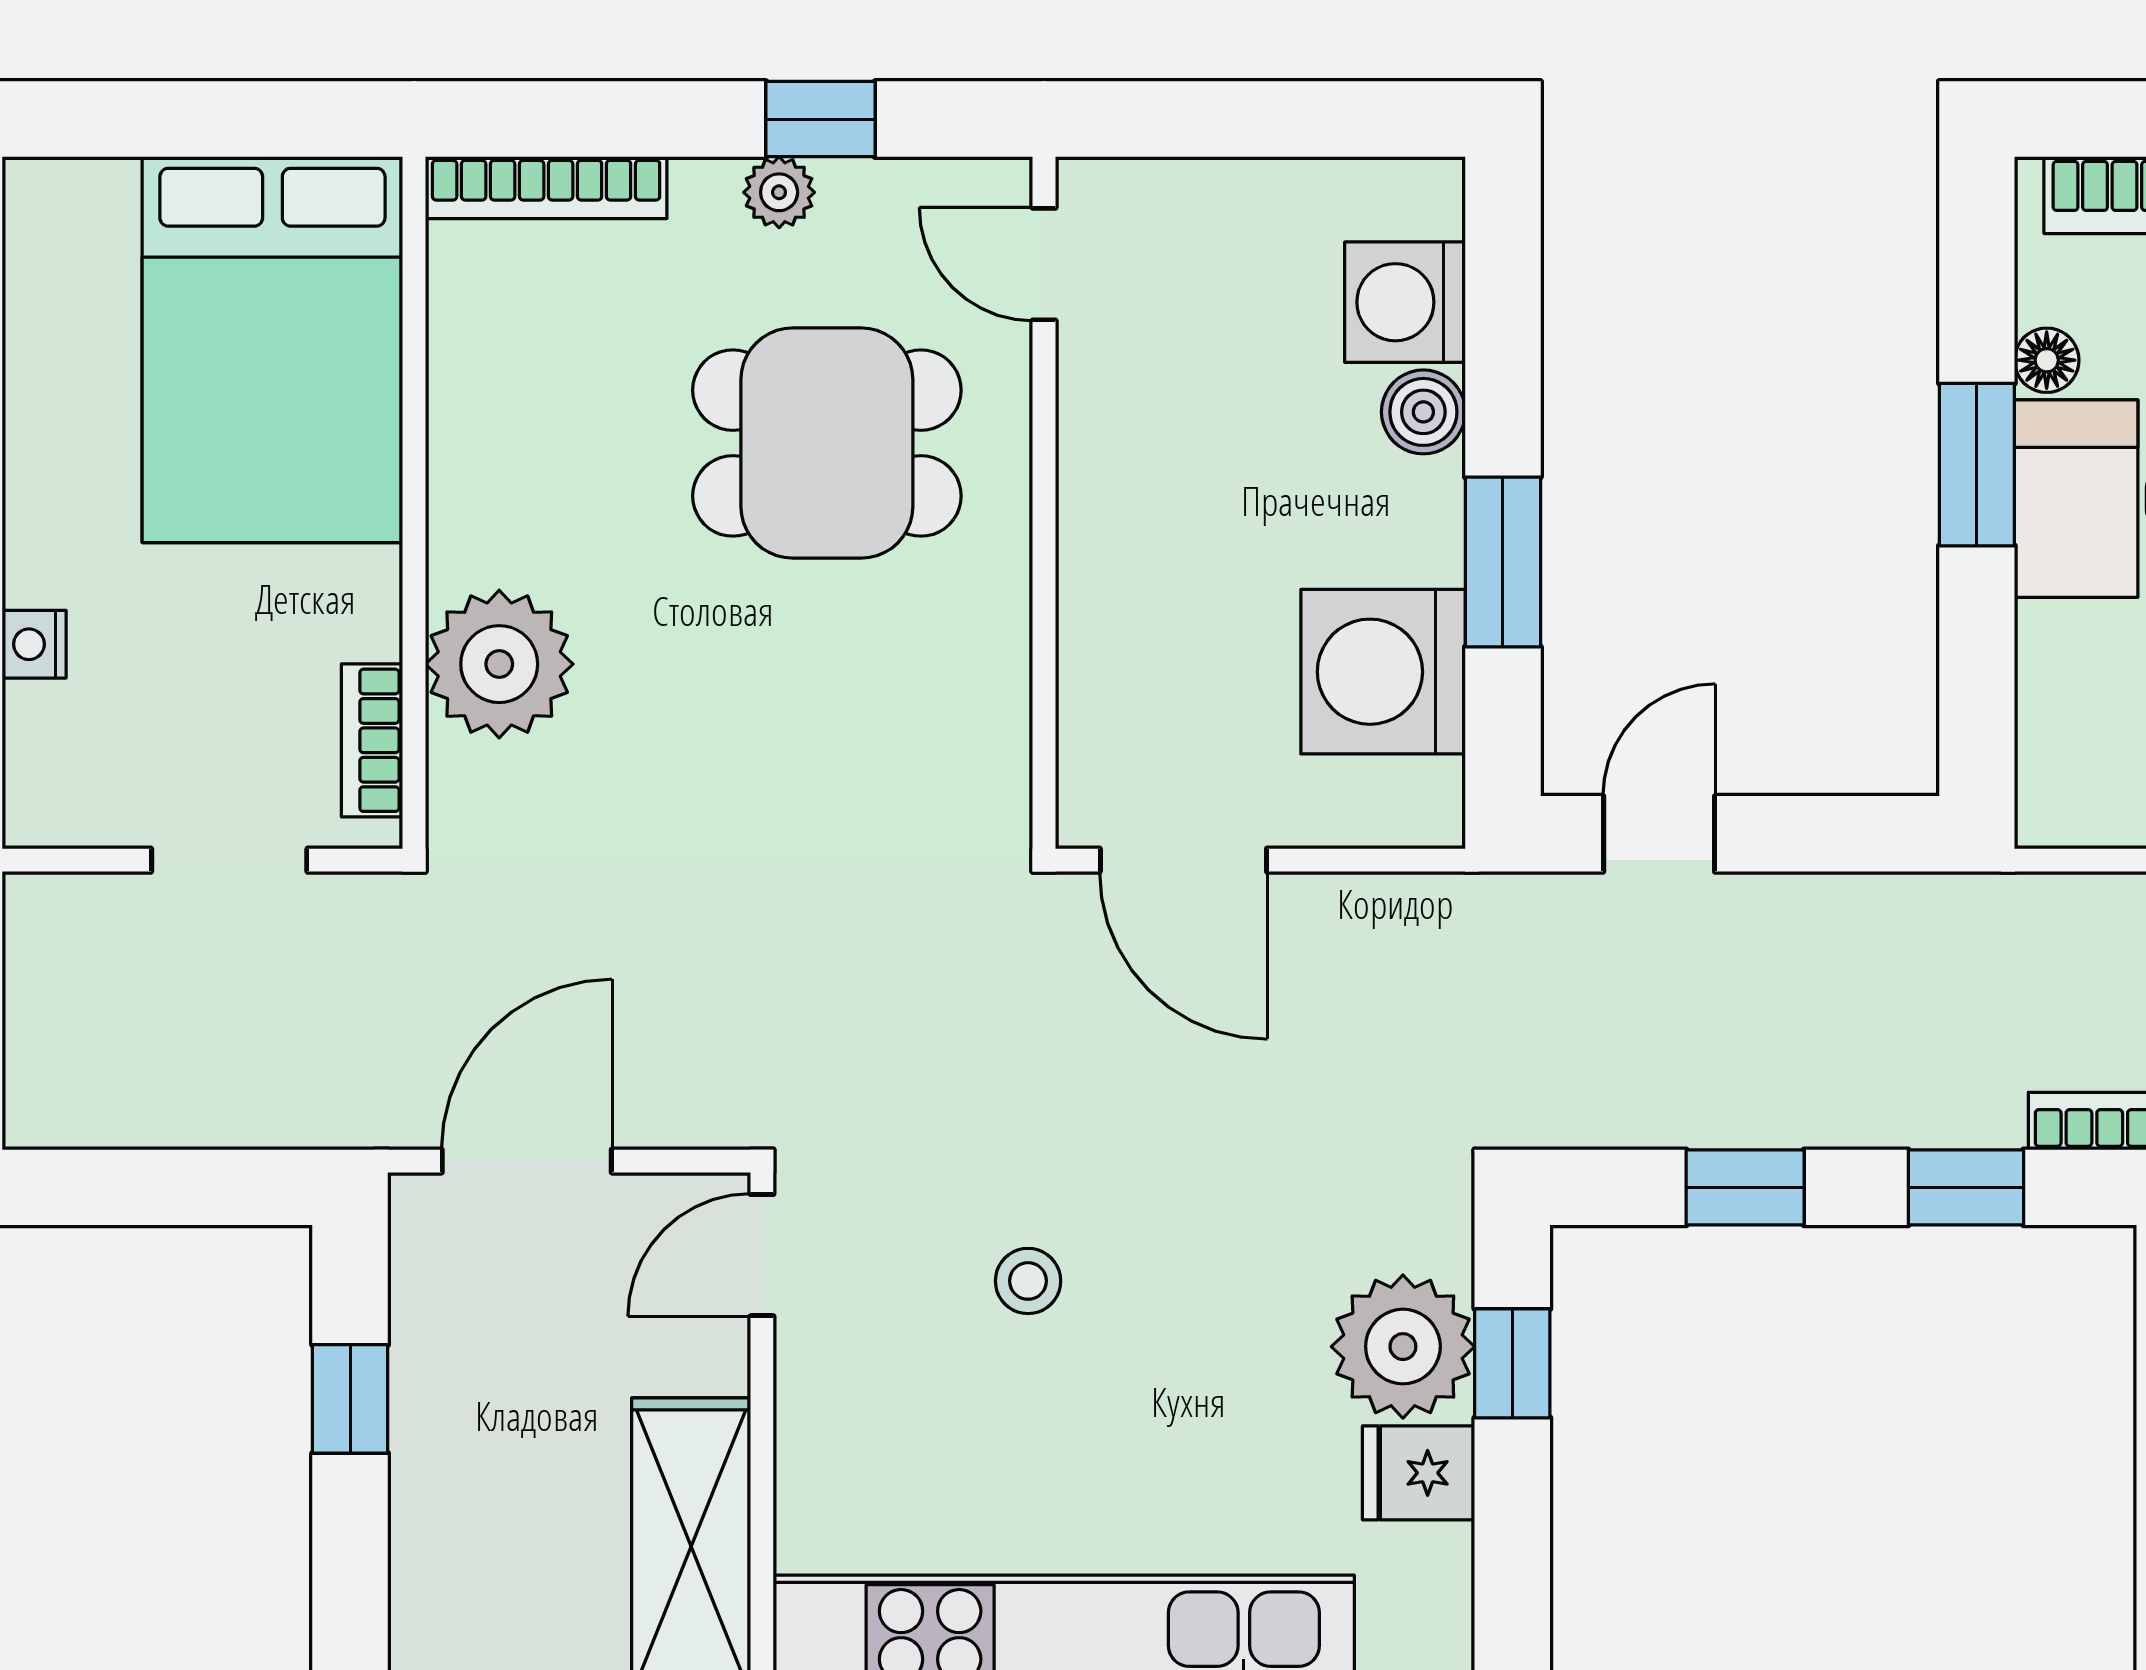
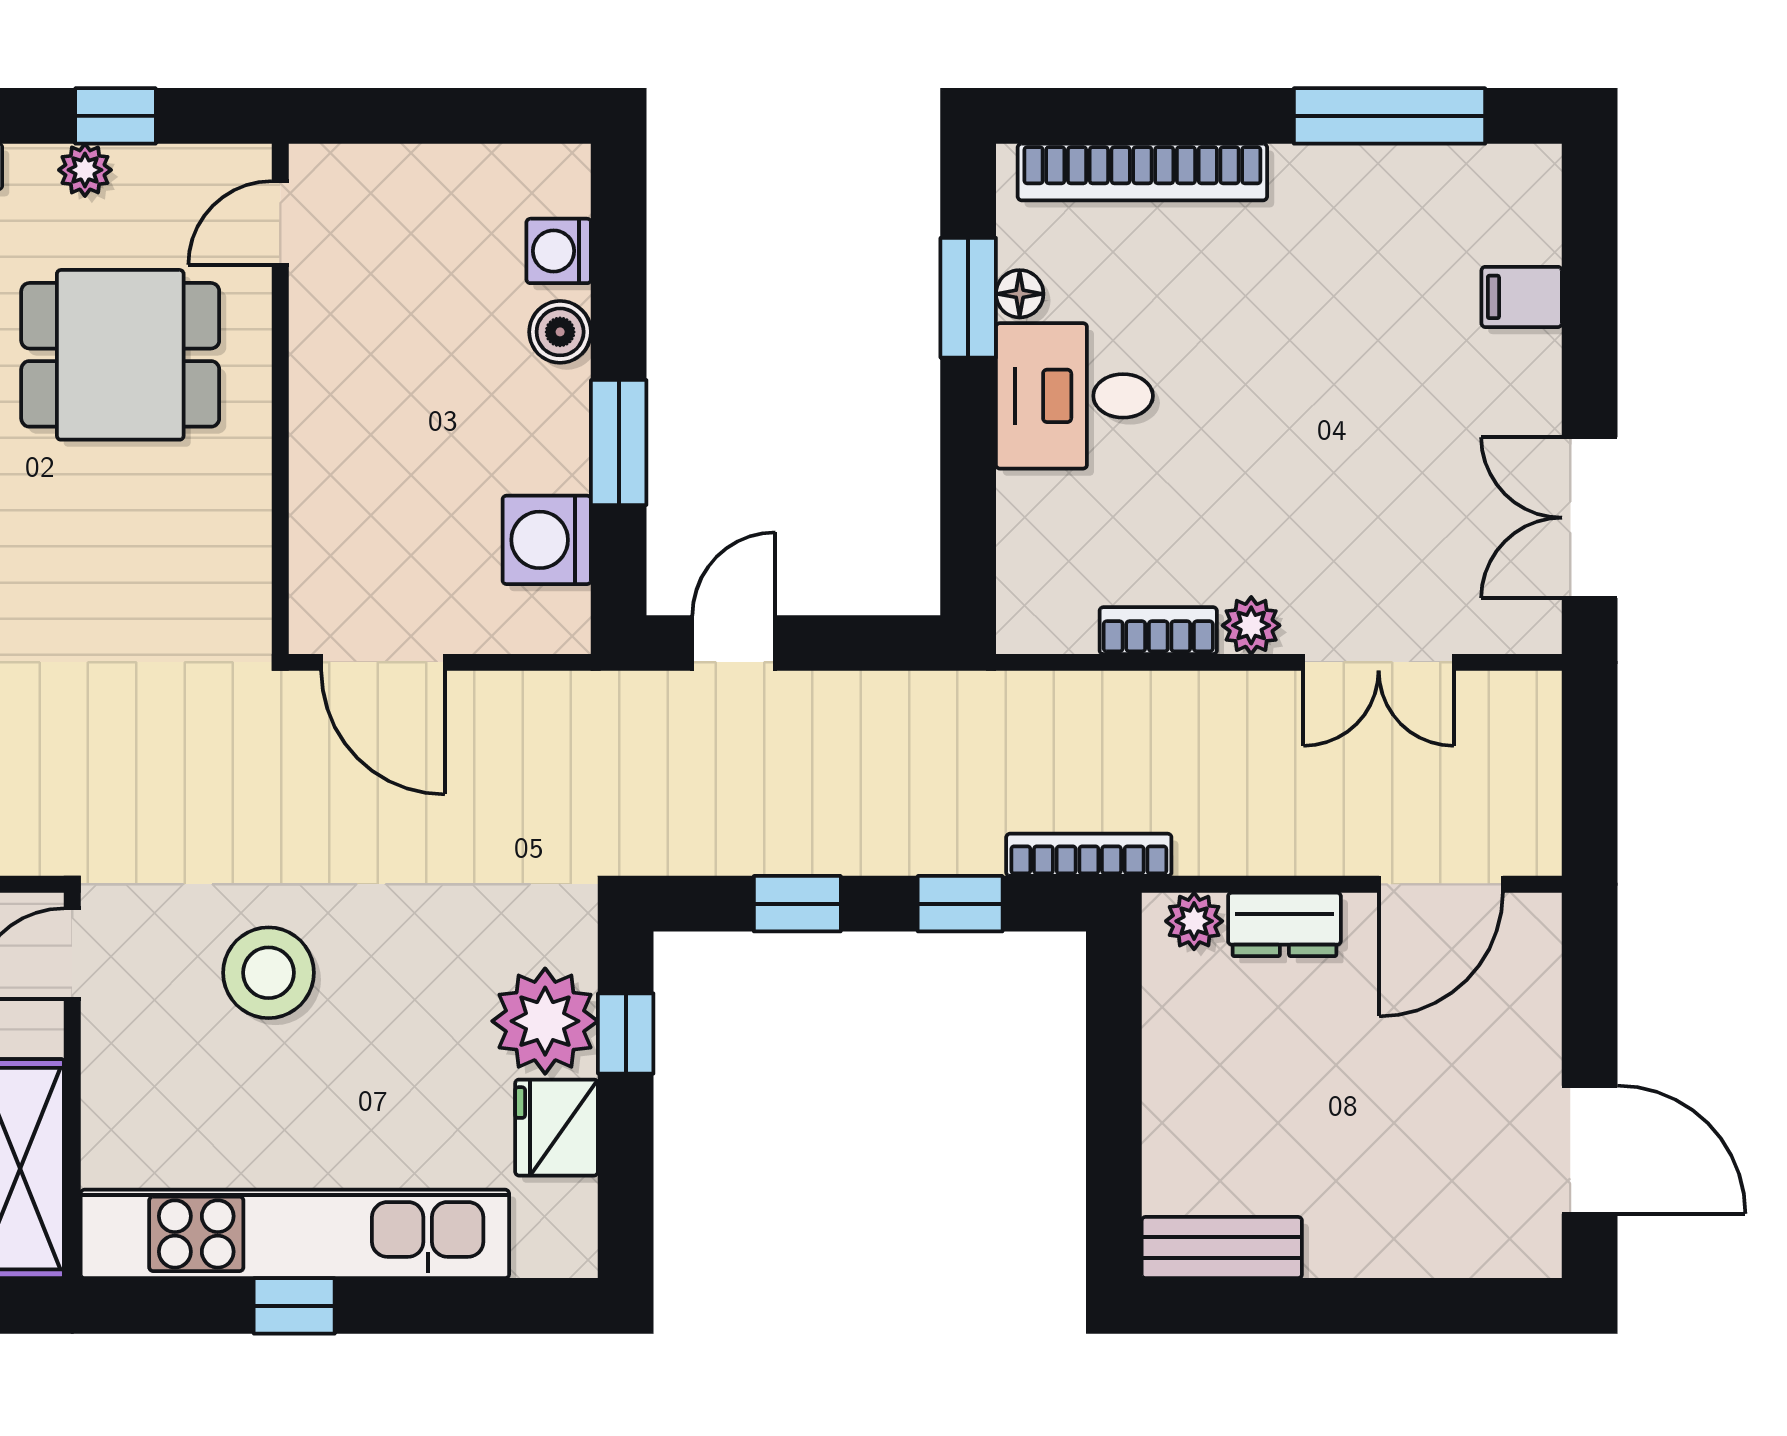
door: (1044, 264) -> (280, 223), hinge flipped
washing machine: (1405, 302) -> (559, 251), width x0.73, depth x0.73
window: (1977, 465) -> (968, 298), moved
washing machine: (1383, 672) -> (547, 540), width x0.73, depth x0.73
stool: (1028, 1281) -> (269, 973), width x1.89, depth x1.89
fridge: (1419, 1473) -> (557, 1128), width x1.38

